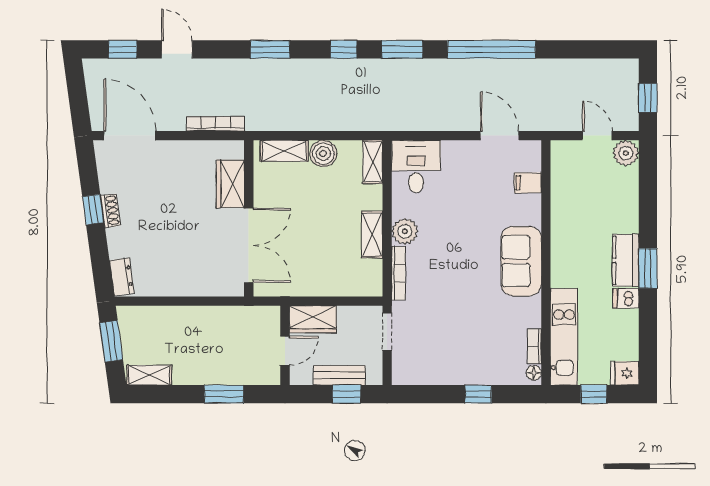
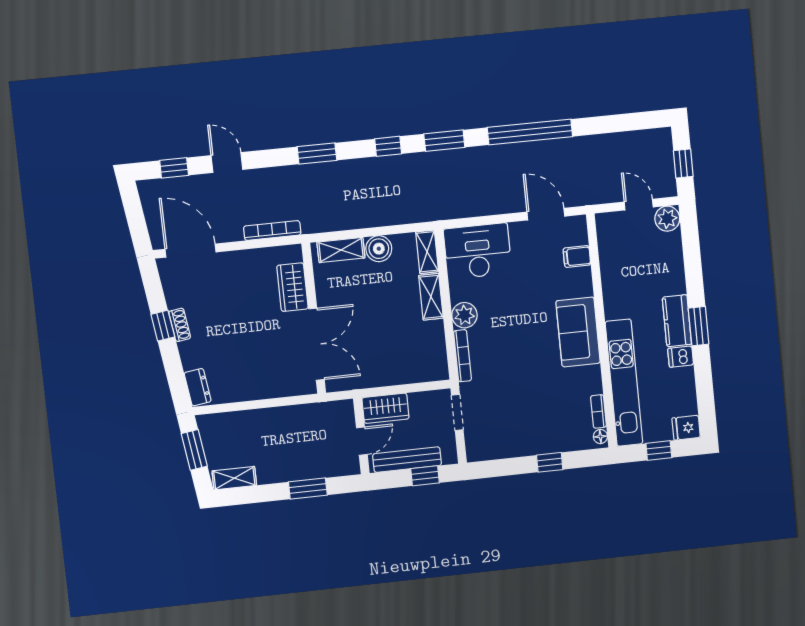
desk: (416, 166) -> (478, 251), width x1.37
shelving: (372, 234) -> (431, 297), moved
kitchen unit: (564, 337) -> (624, 383), width x1.36
bench: (339, 375) -> (407, 460), width x1.36

